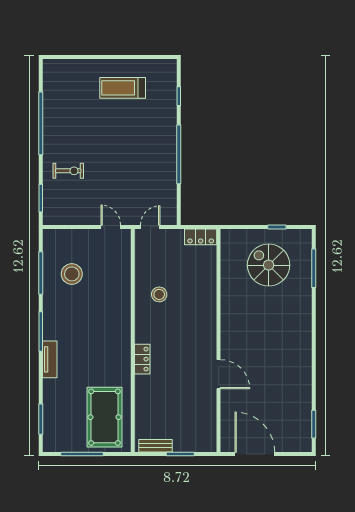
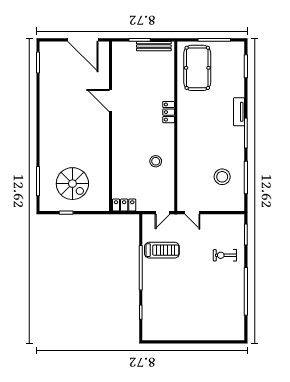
treadmill: (123, 88) -> (162, 250), moved
bench: (156, 446) -> (154, 46), width x1.36

